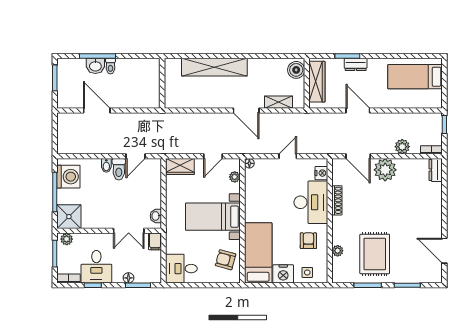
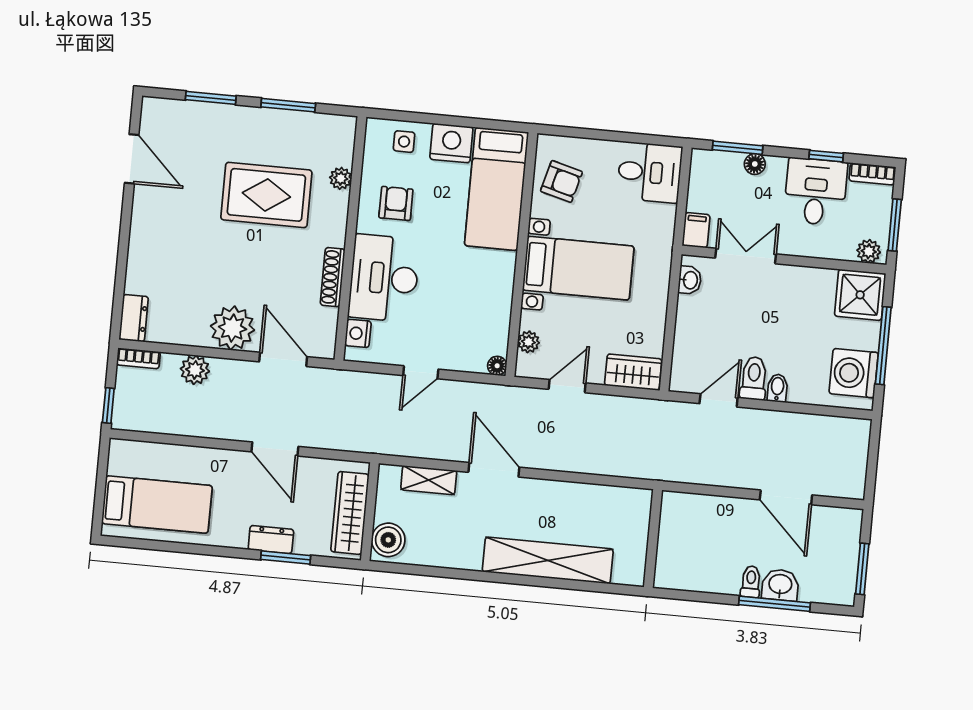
armchair: (308, 241) -> (396, 203), turned 180
rug: (375, 254) -> (266, 195), moved, turned 90

